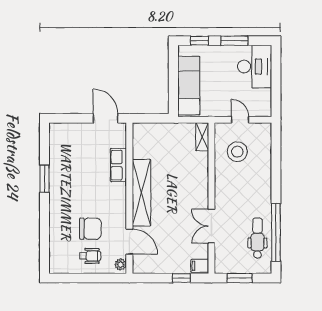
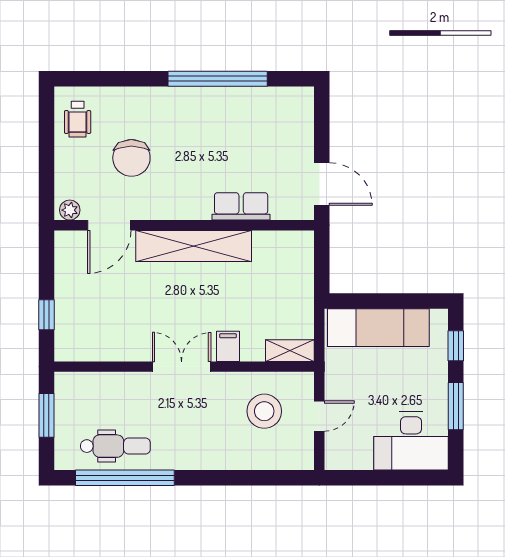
door: (106, 118) -> (322, 184), hinge flipped
window: (44, 179) -> (218, 79), width x2.11
double door: (211, 226) -> (182, 367), moved
wheelchair: (90, 256) -> (78, 119), moved
filing cabinet: (200, 266) -> (228, 346), moved

